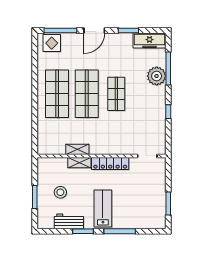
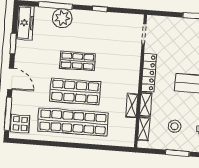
shop shelf: (57, 94) -> (73, 122), width x1.40
shelving: (56, 163) -> (144, 129), added

